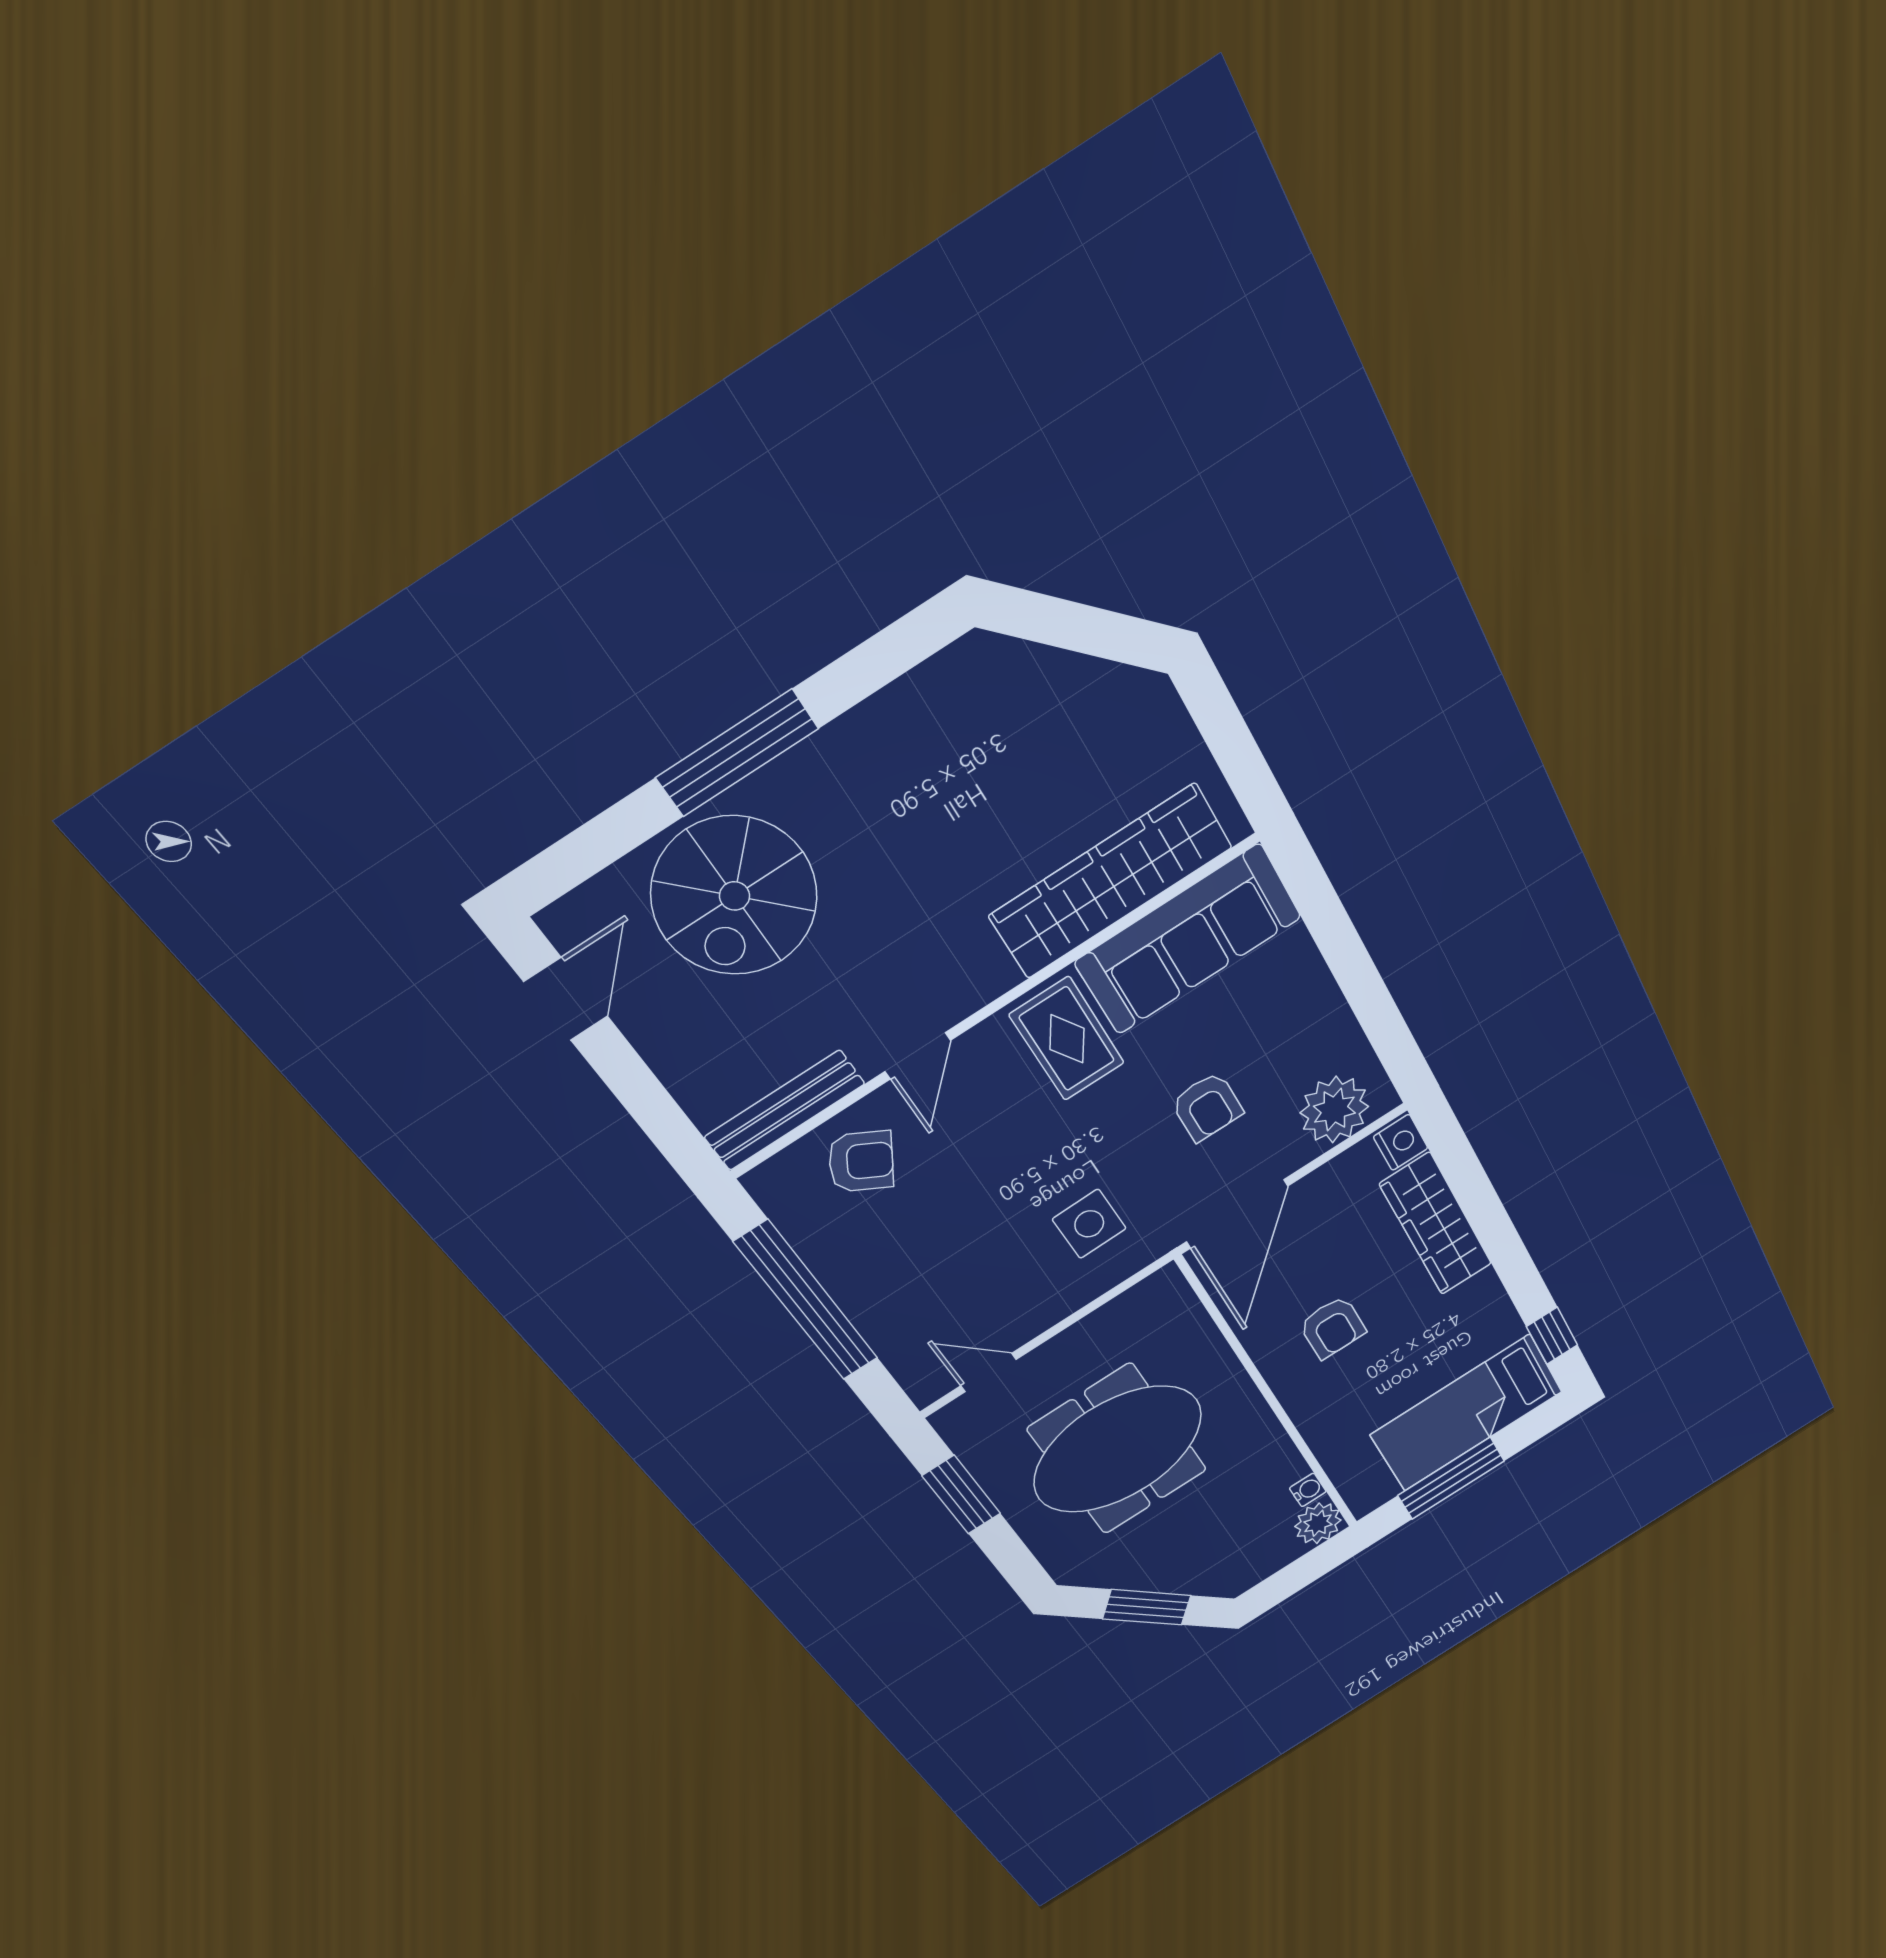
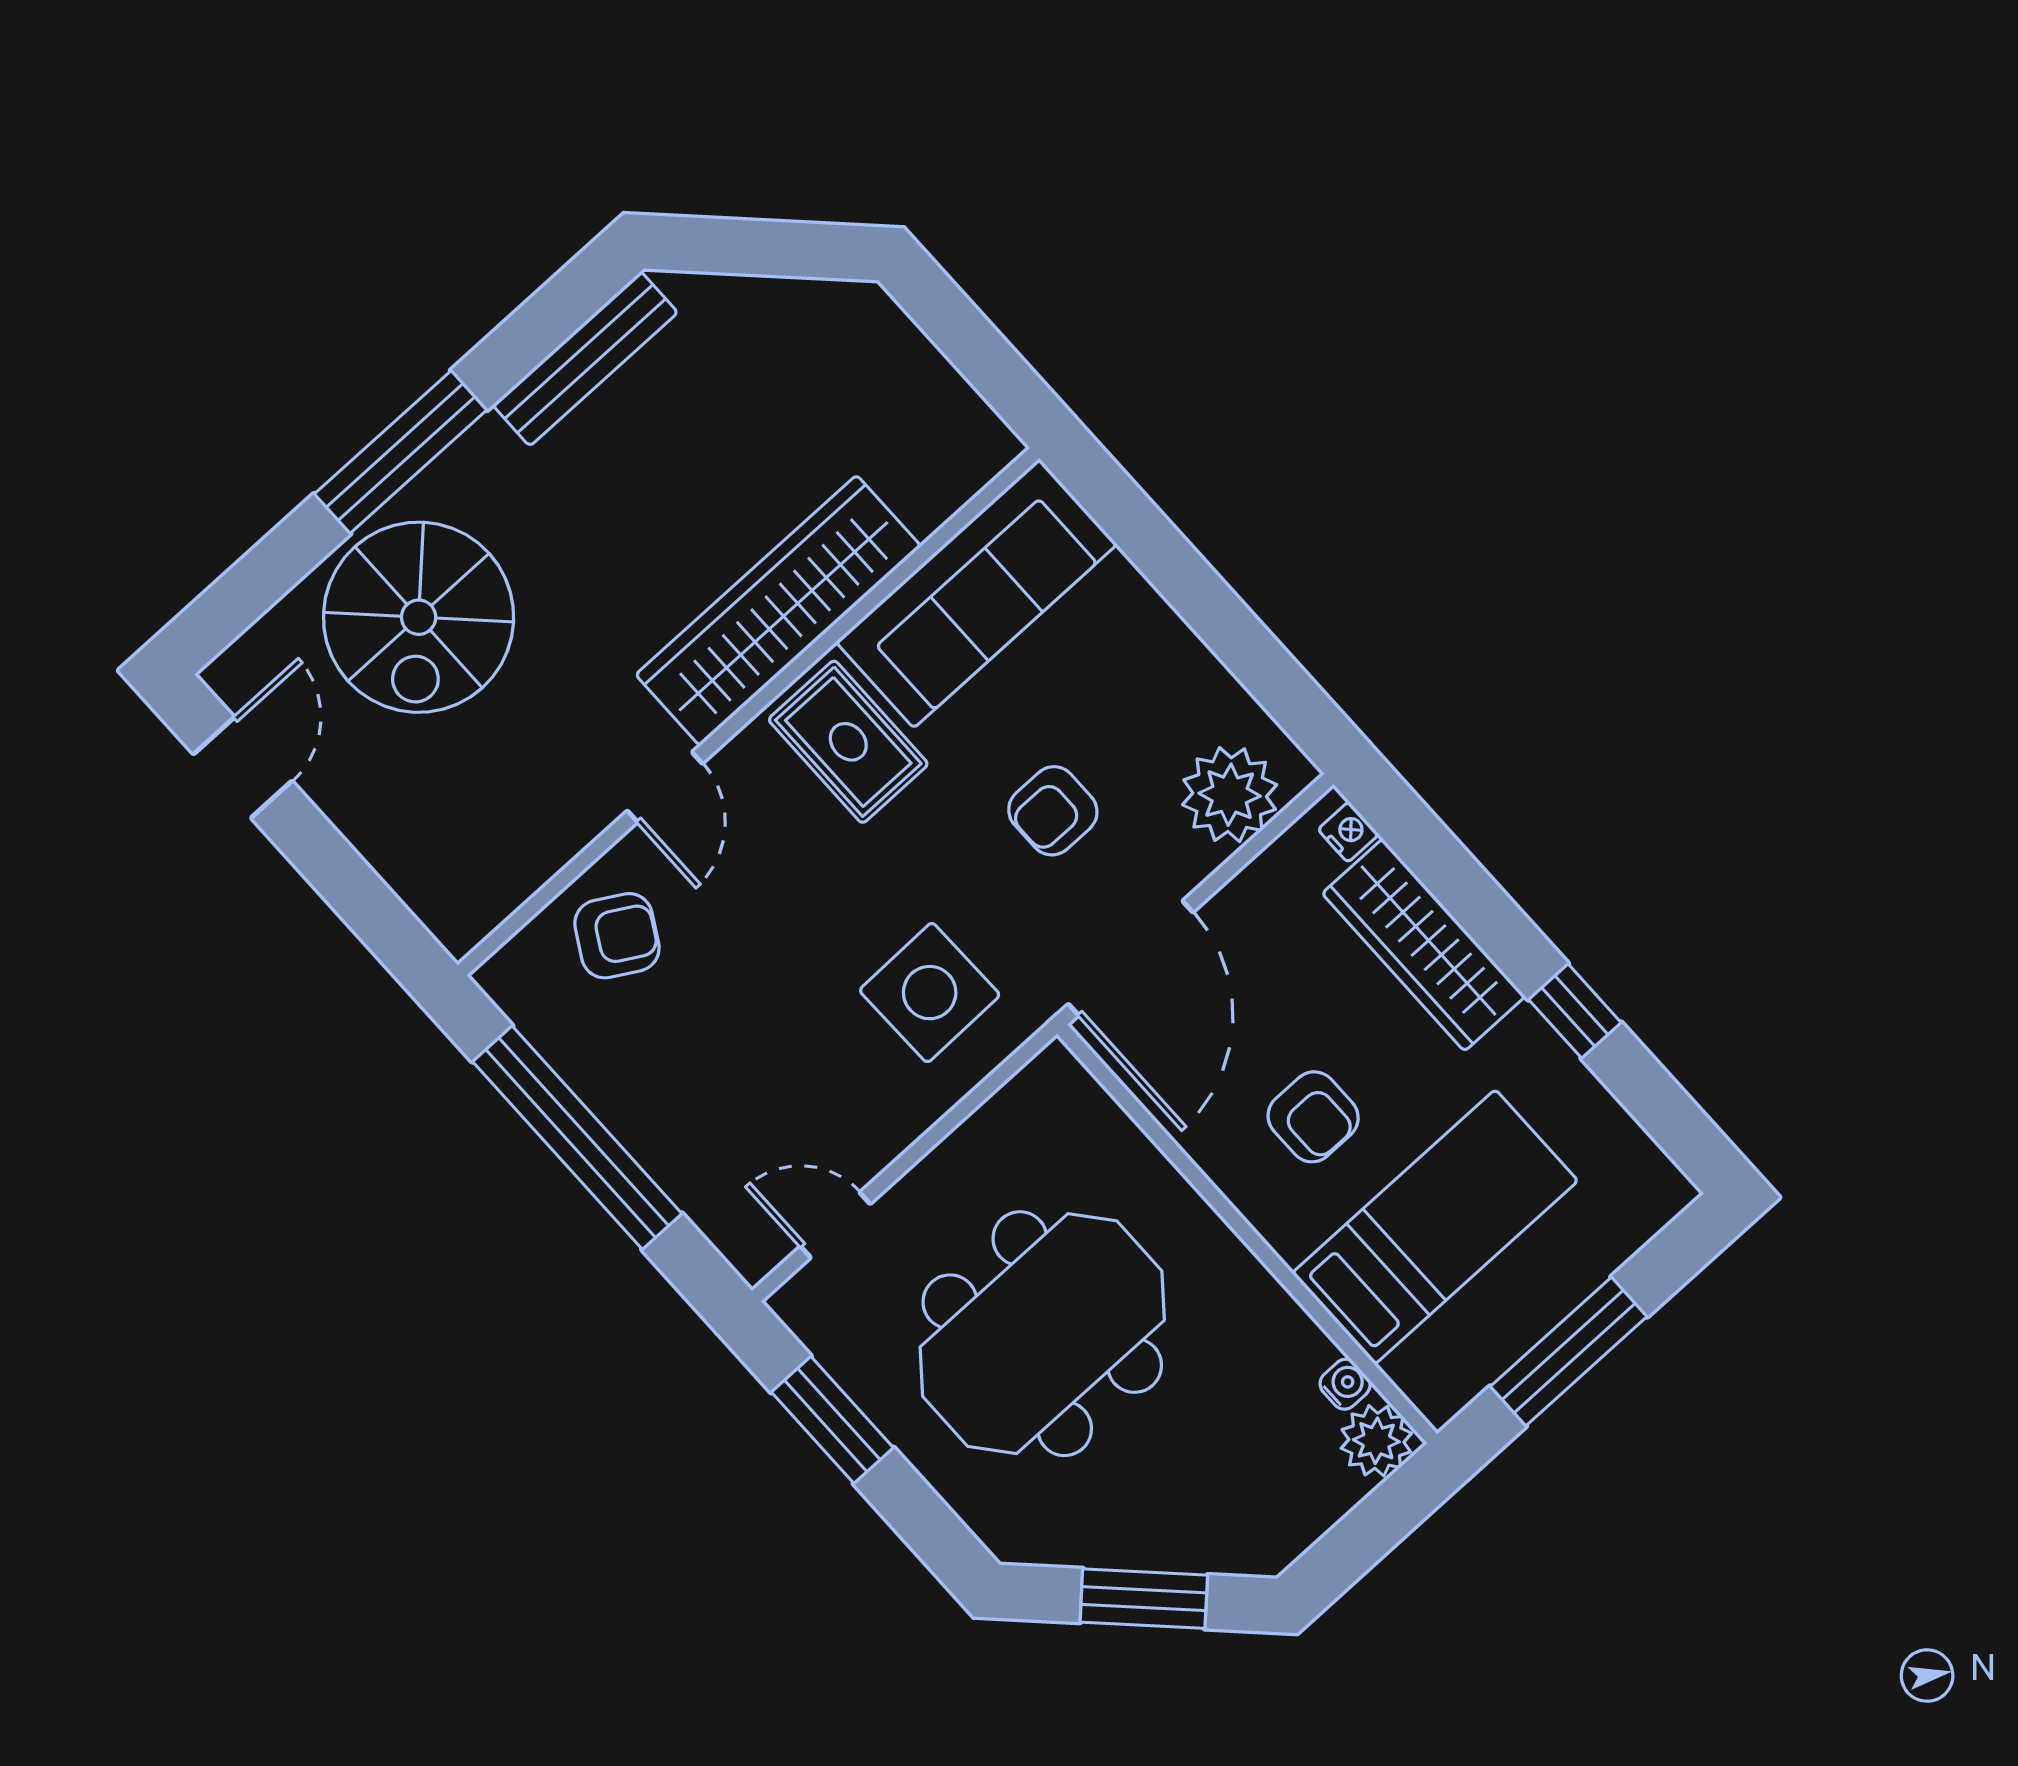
wardrobe: (1111, 881) -> (778, 611), moved
armchair: (1207, 1107) -> (1053, 811), turned 90
bench: (785, 1110) -> (585, 359), moved
nightstand: (1401, 1142) -> (1348, 832), width x0.72, depth x0.74
side table: (1089, 1224) -> (930, 993), width x1.37, depth x1.37
window: (1552, 1336) -> (1575, 1011), moved
bed: (1467, 1413) -> (1435, 1227), moved, turned 180

